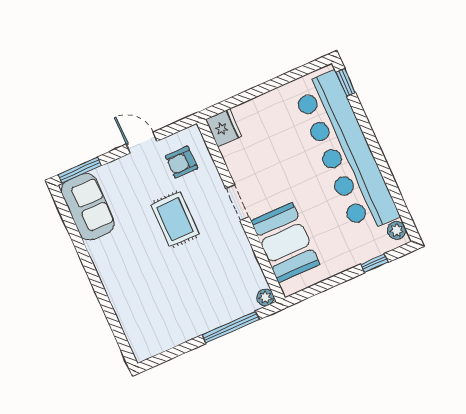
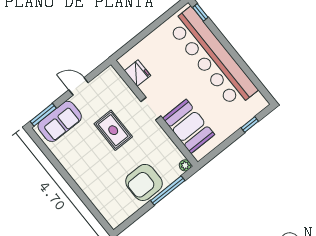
fridge: (224, 128) -> (137, 73), moved
armchair: (181, 162) -> (144, 182), moved, width x1.88, depth x1.88
sofa: (88, 207) -> (60, 121), moved, turned 90
plant: (397, 230) -> (259, 99), removed

